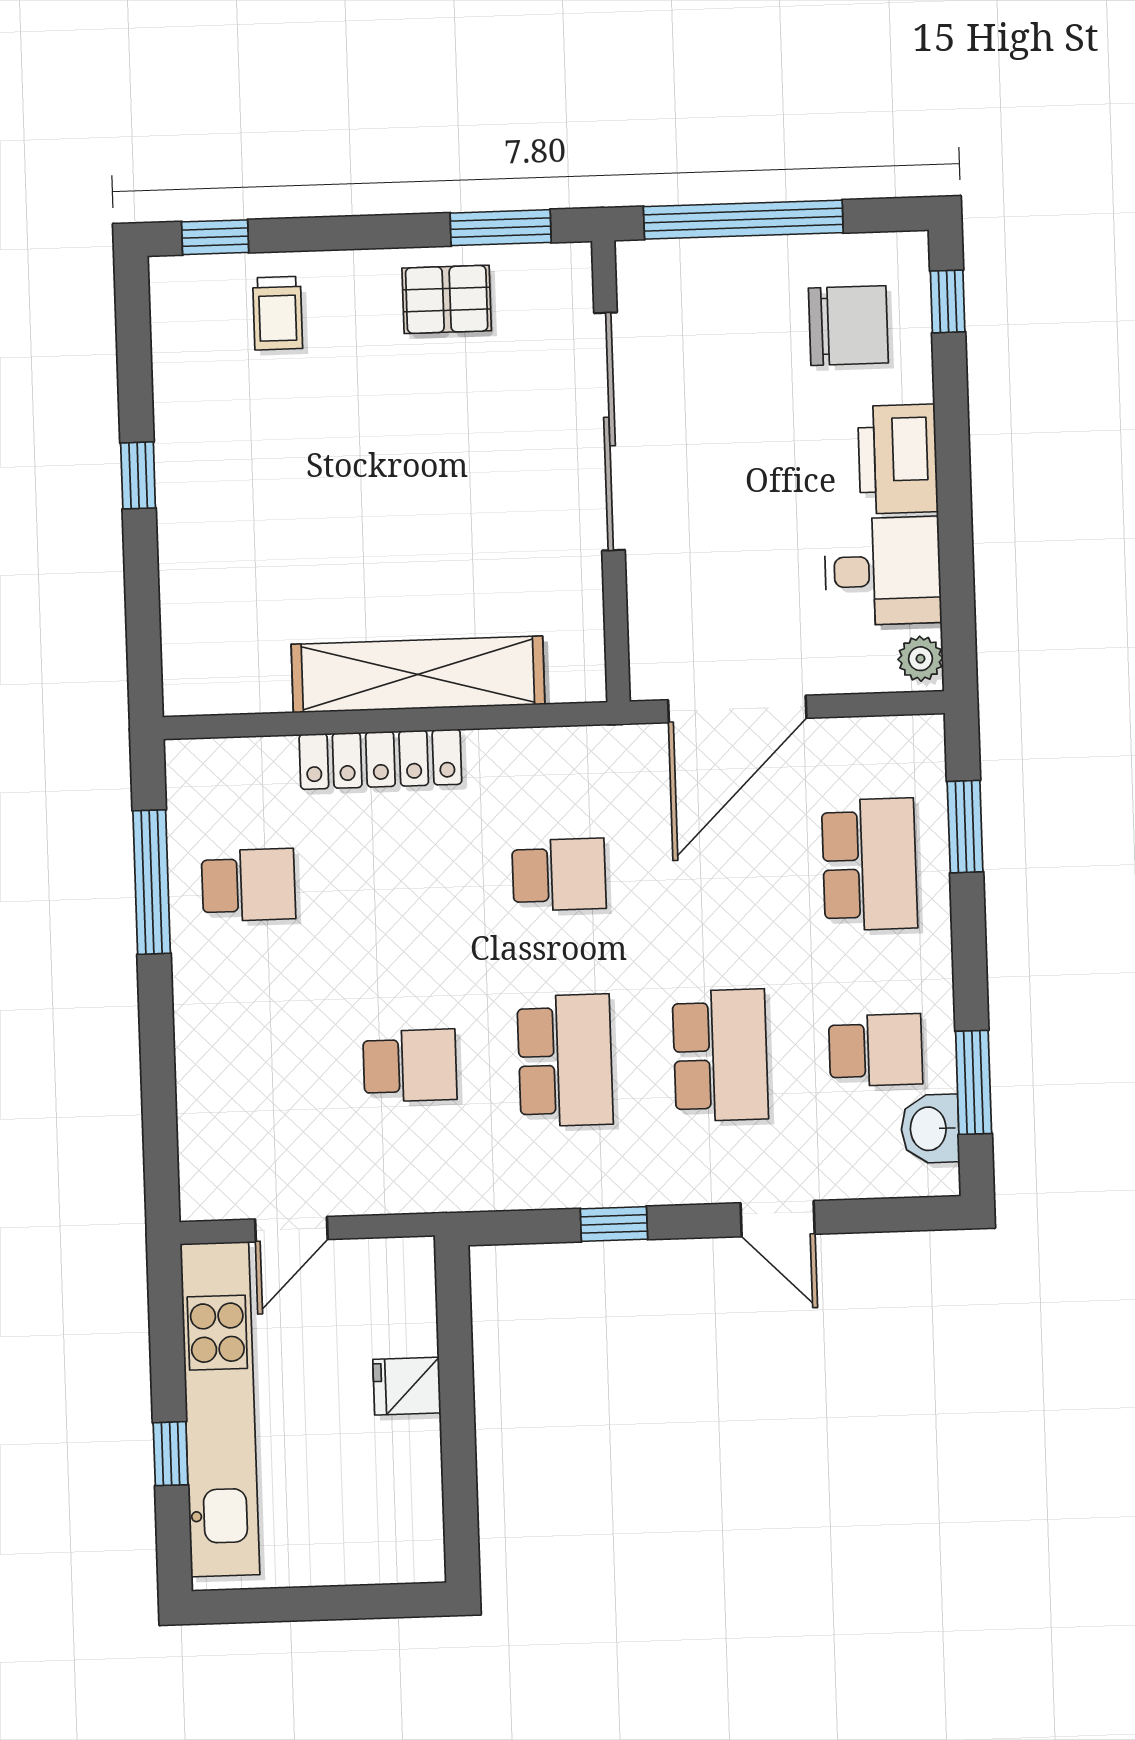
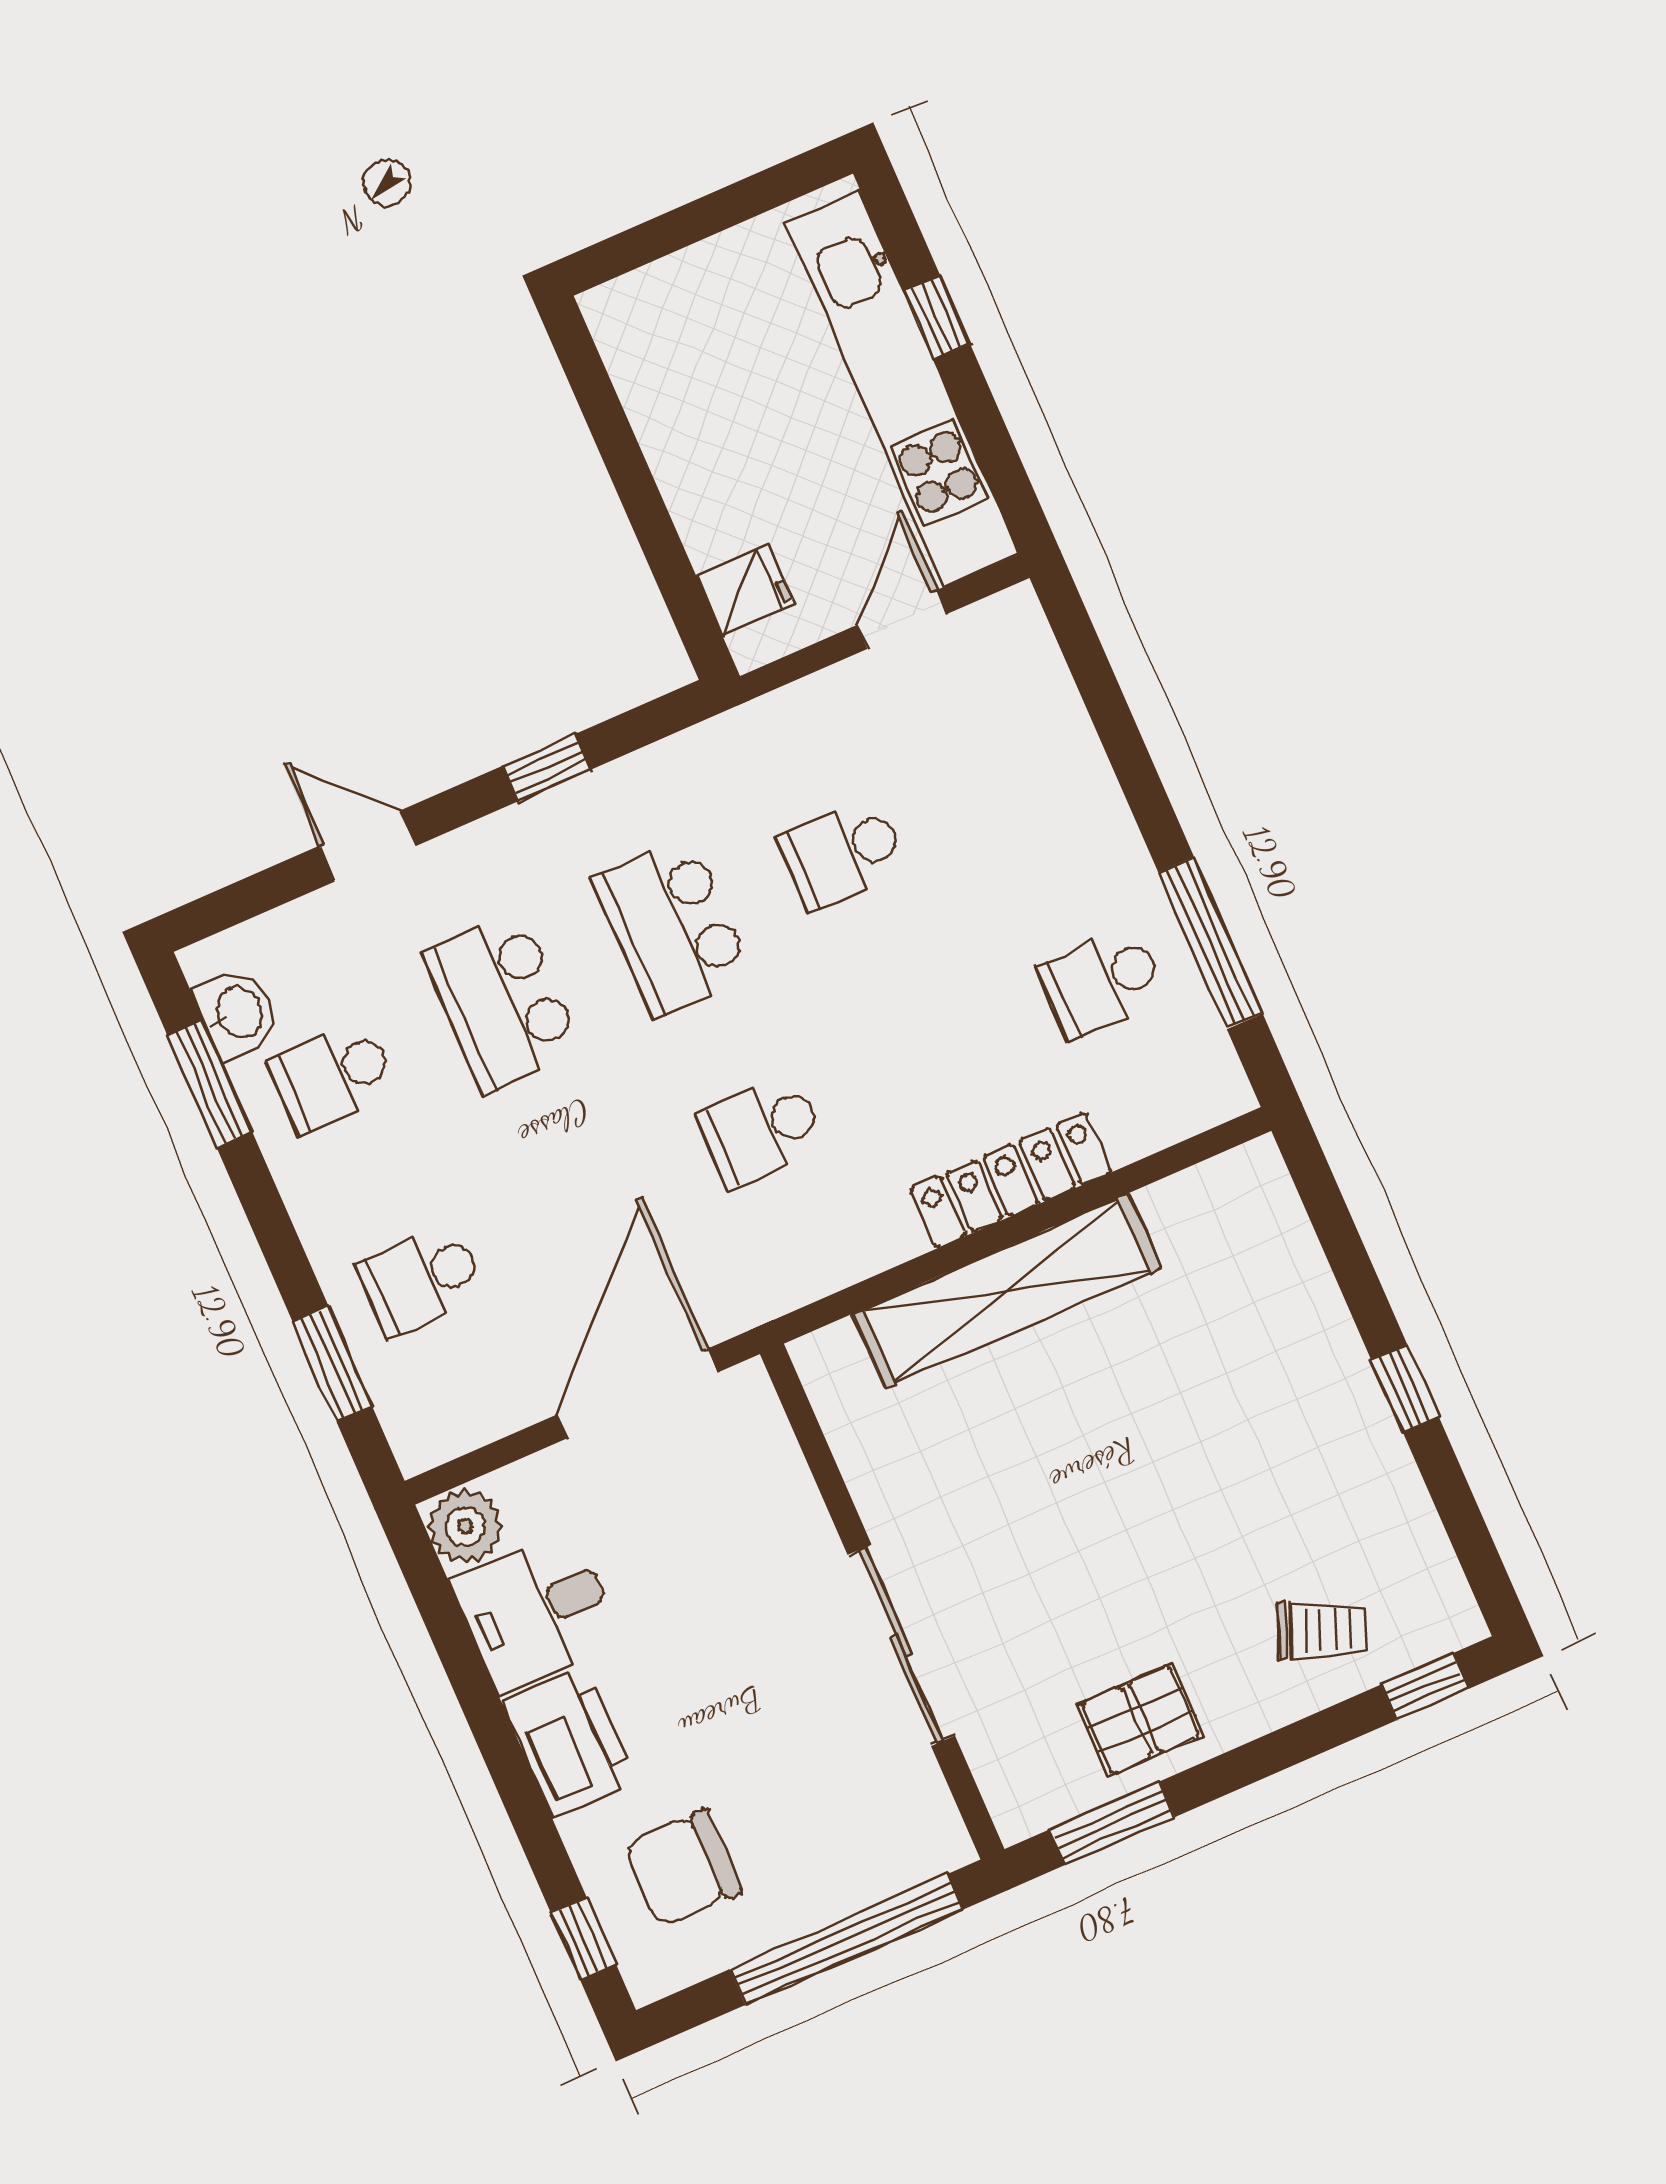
trolley: (278, 313) -> (1322, 1630), turned 112
sliding door: (610, 431) -> (901, 1645), width x0.73
plant: (920, 659) -> (465, 1526), width x1.38, depth x1.38
school desk: (870, 864) -> (422, 1280), width x0.54
fridge: (407, 1386) -> (745, 589), moved

